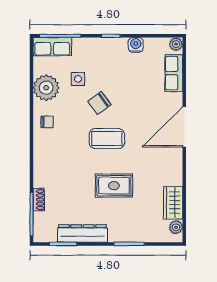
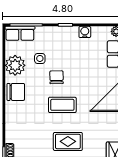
chair: (99, 103) -> (56, 77), turned 125
chair: (47, 122) -> (16, 92), width x1.87, depth x1.87

